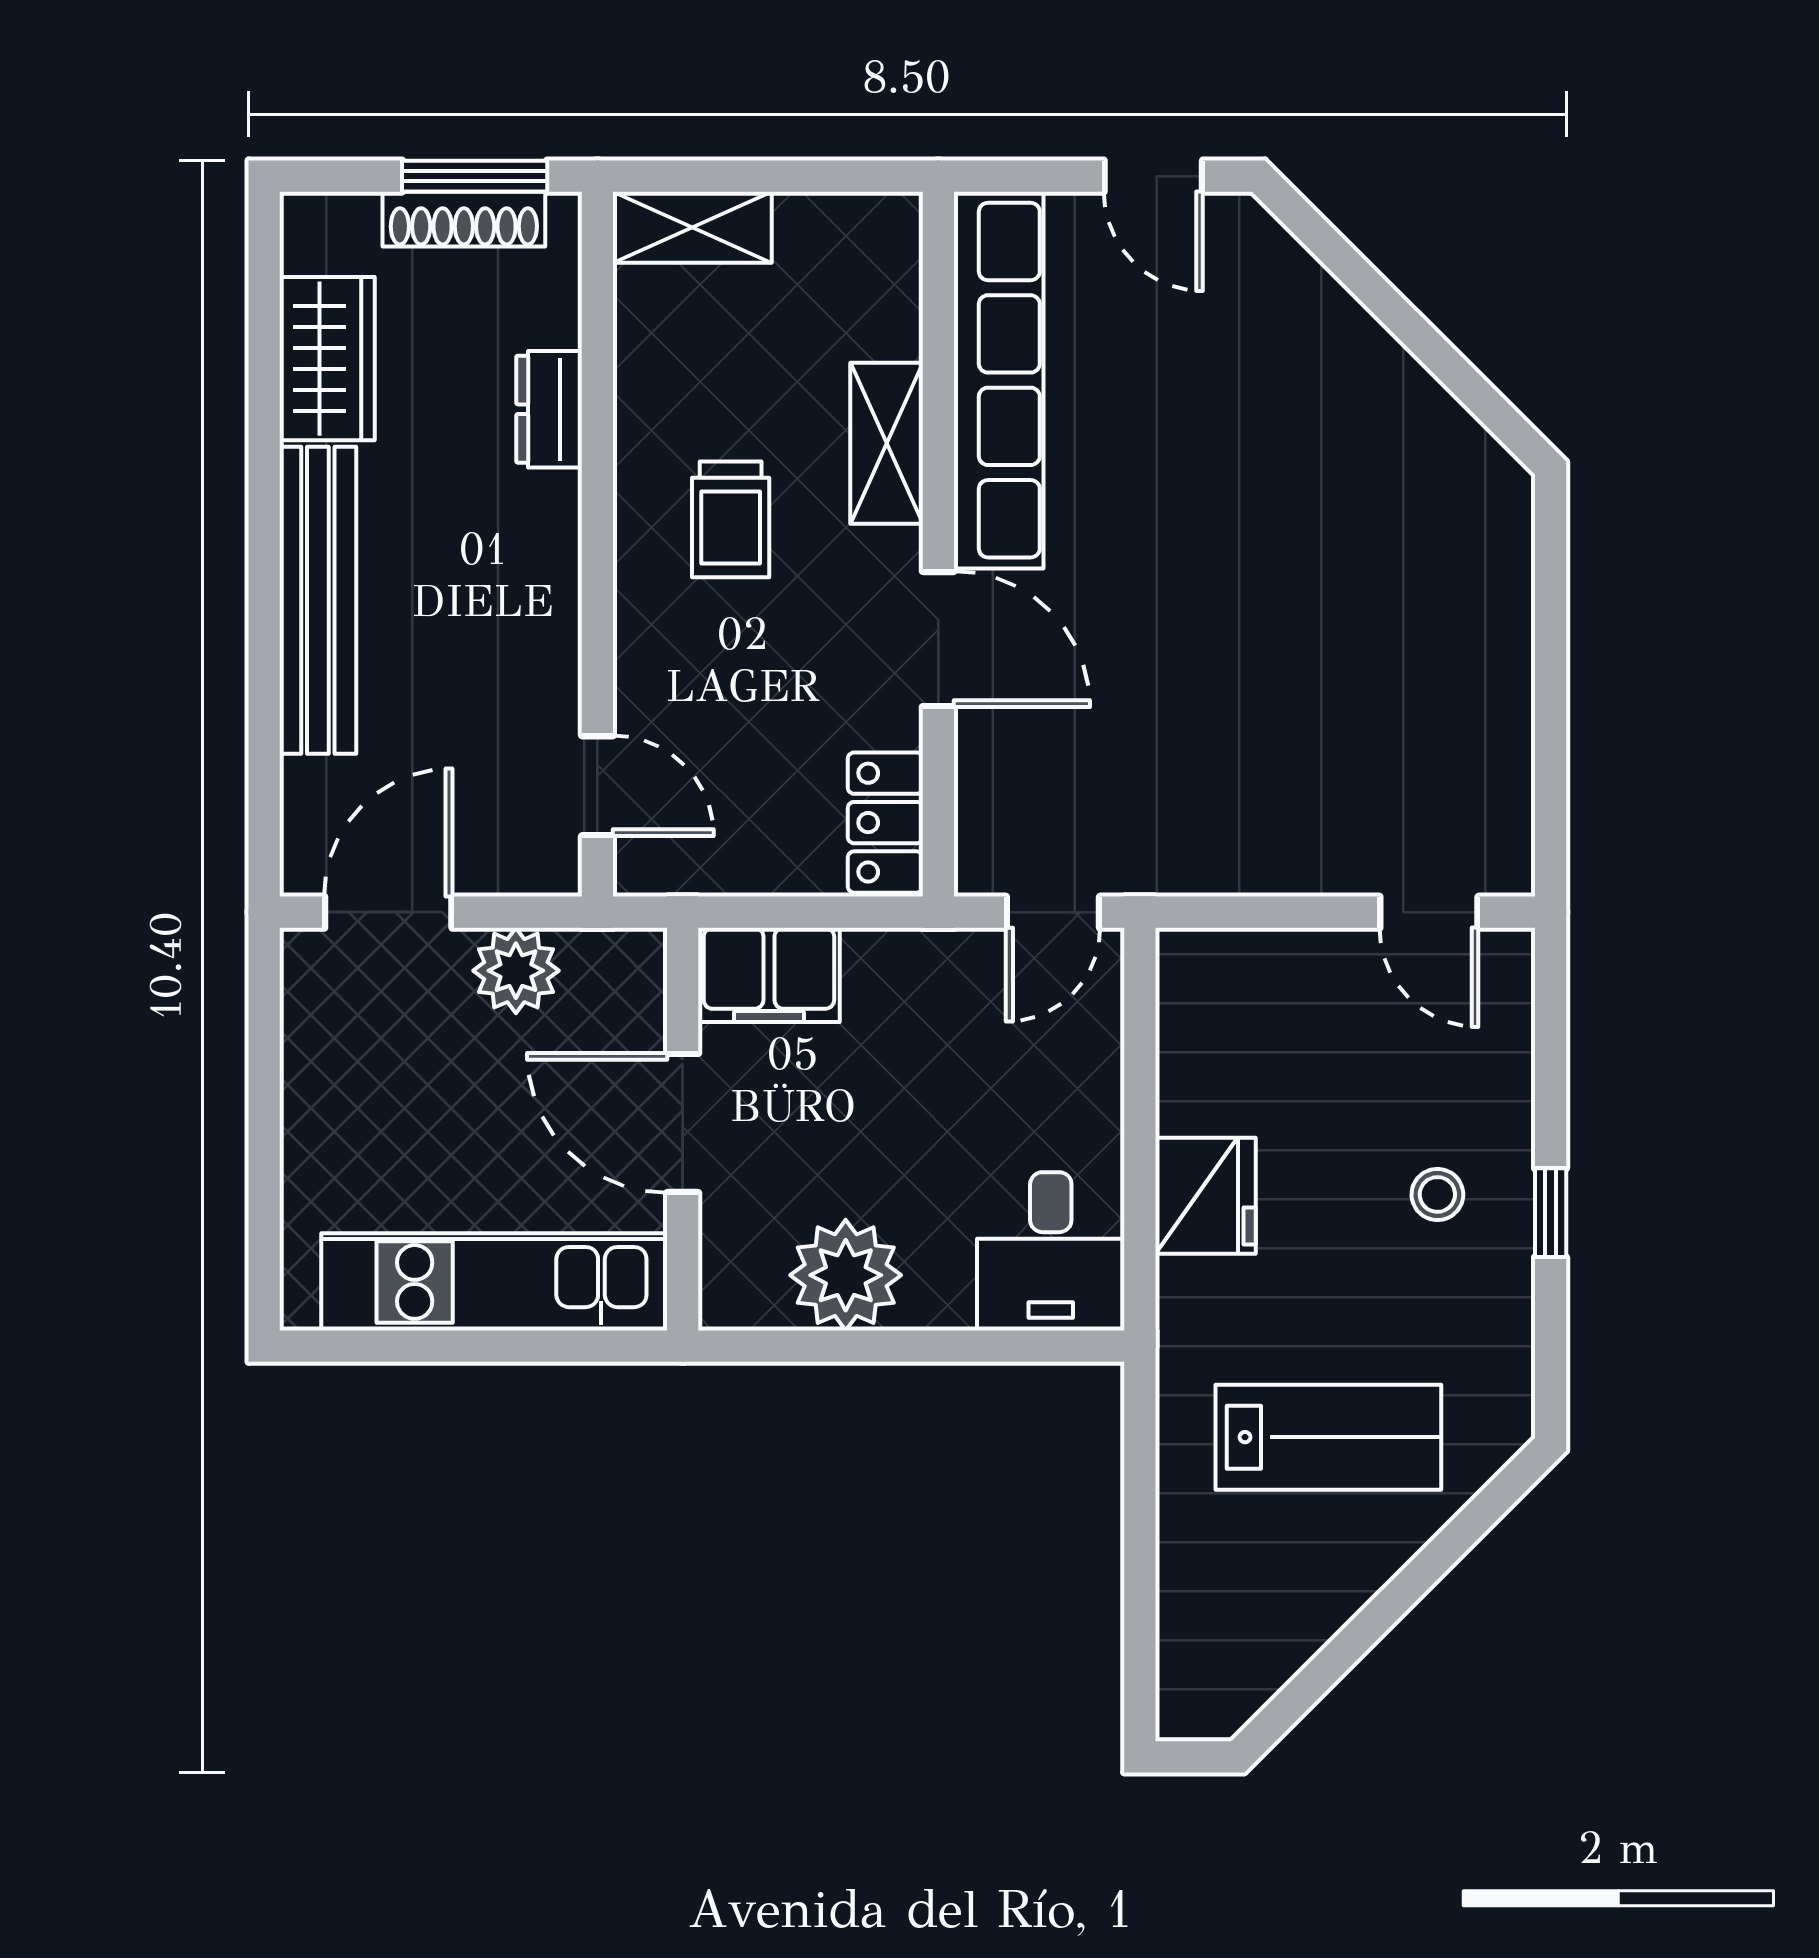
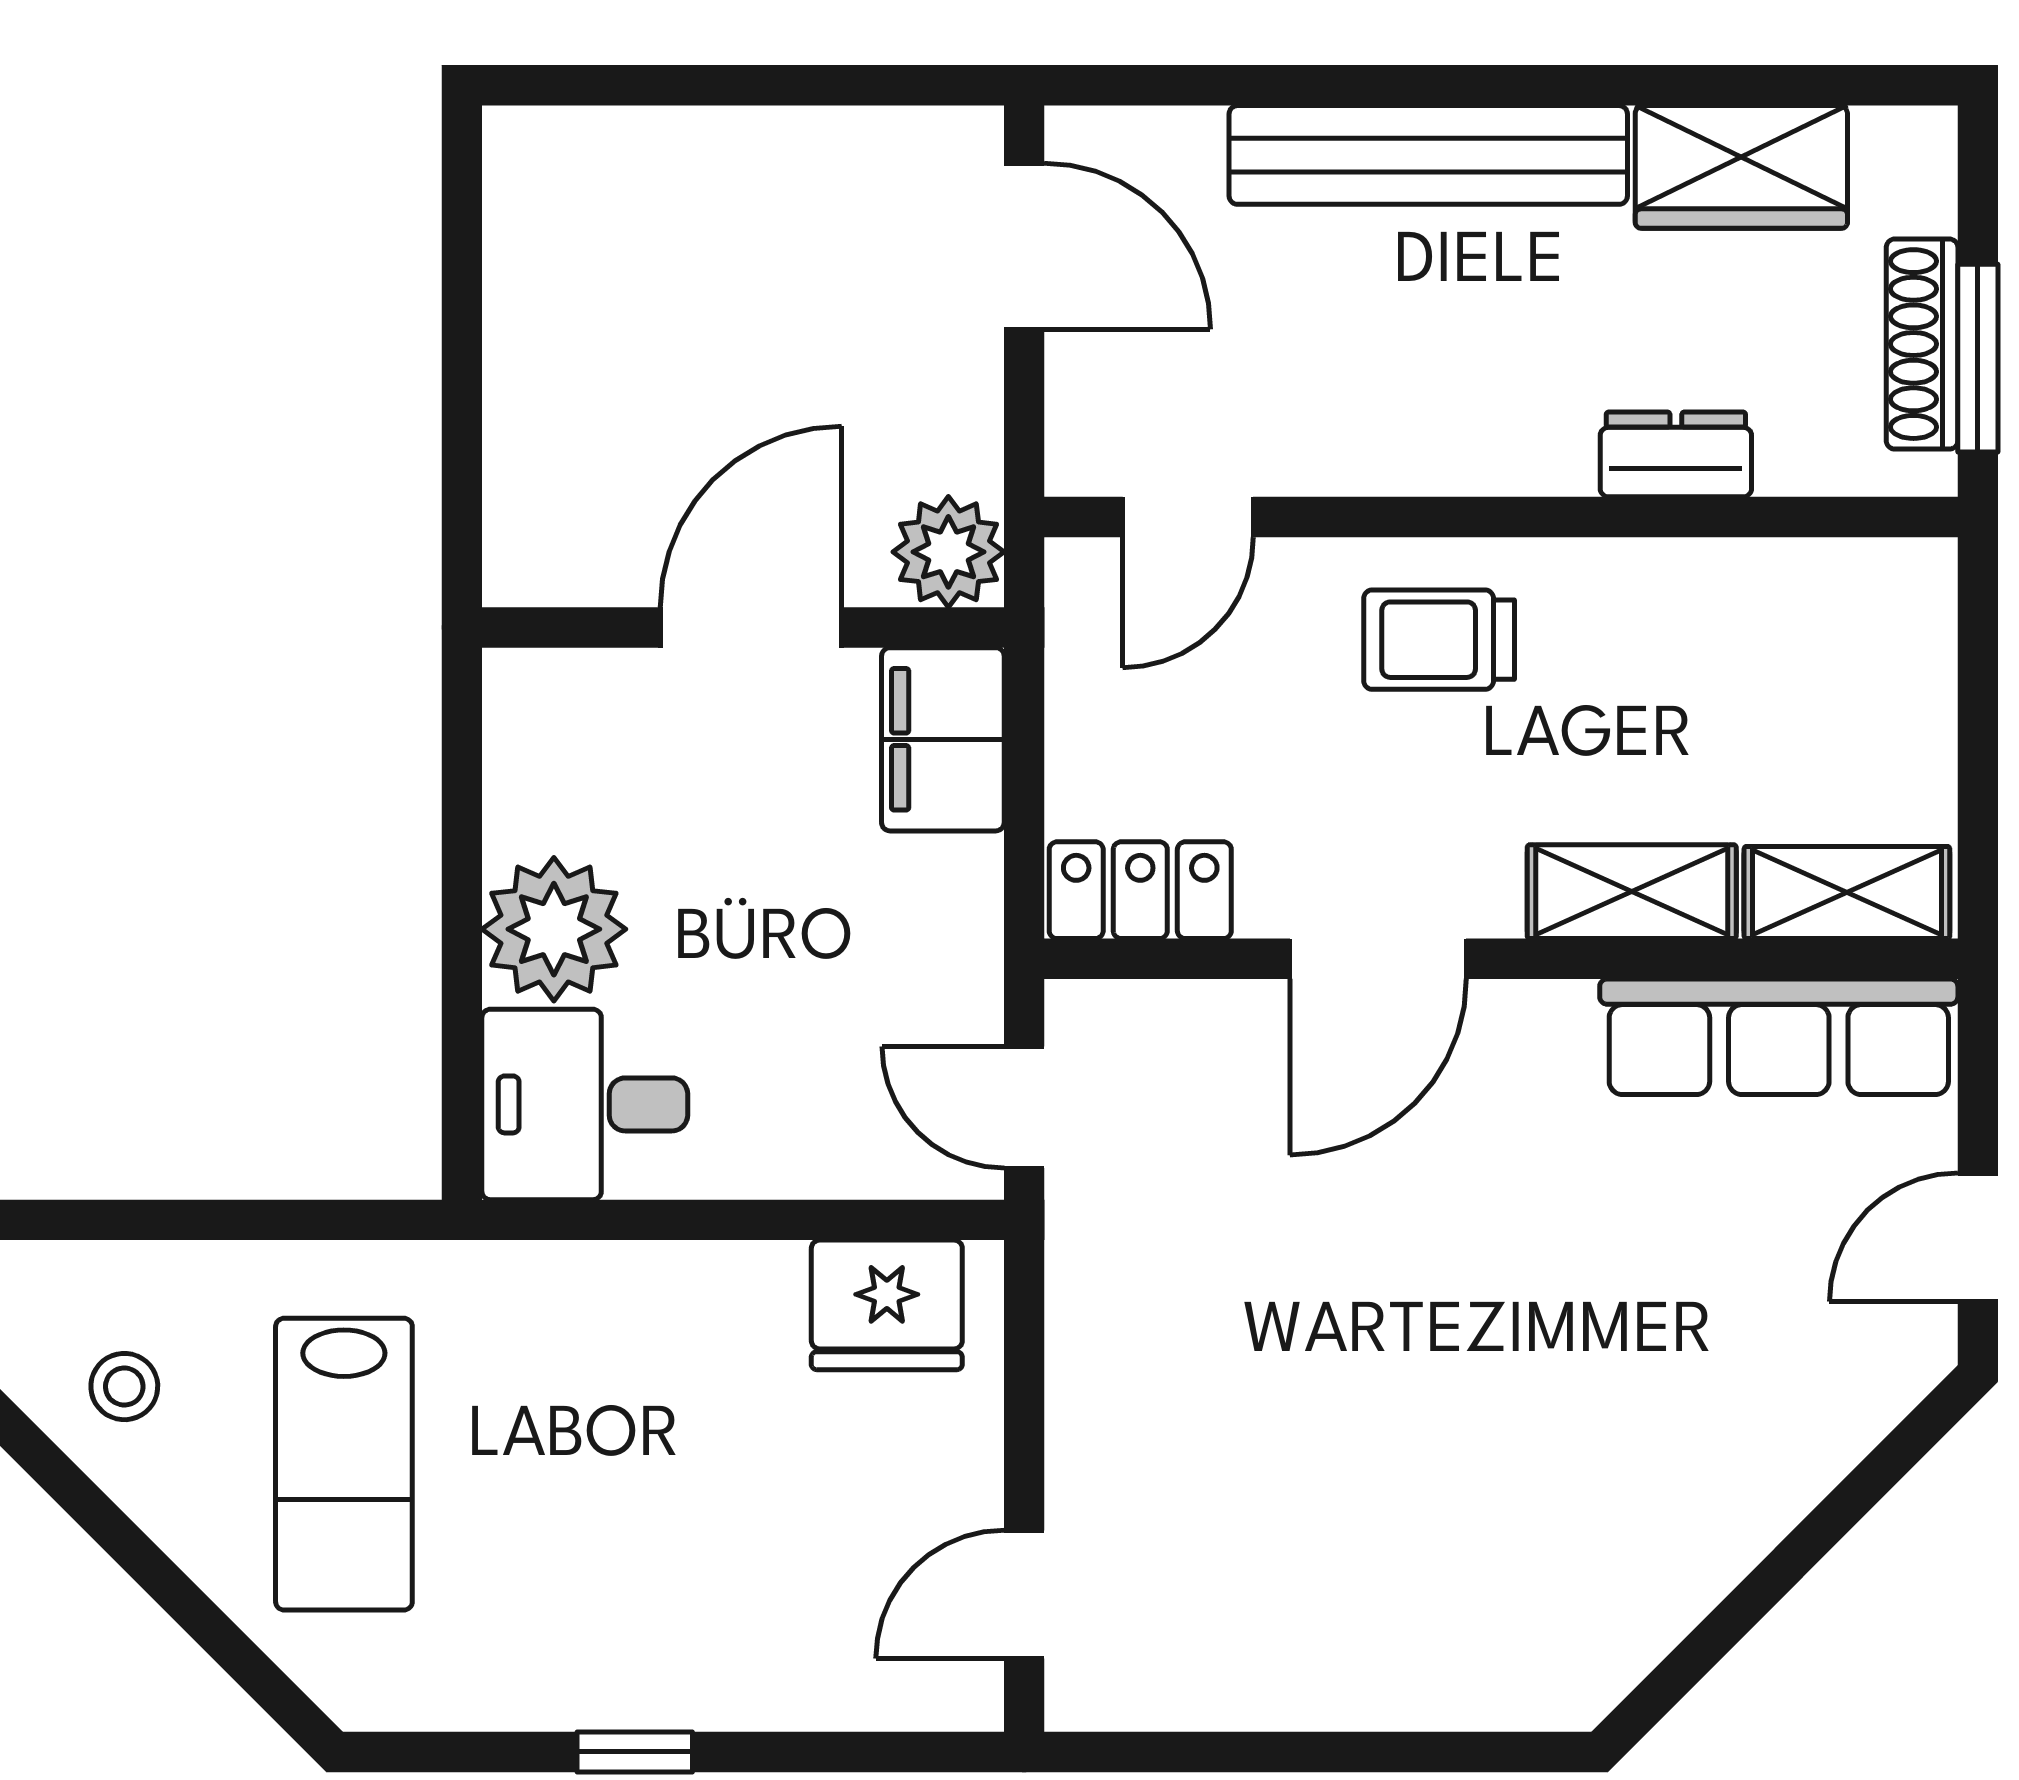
shelving: (692, 227) -> (1847, 892), moved, turned 90
row of seats: (999, 380) -> (1779, 1037), width x0.73
trolley: (731, 519) -> (1439, 640), moved
plant: (516, 971) -> (948, 552), moved
stool: (1437, 1194) -> (124, 1387), moved
fridge: (1205, 1196) -> (887, 1305), moved
plant: (846, 1275) -> (554, 929), moved
kitchen unit: (494, 1282) -> (545, 383), removed

